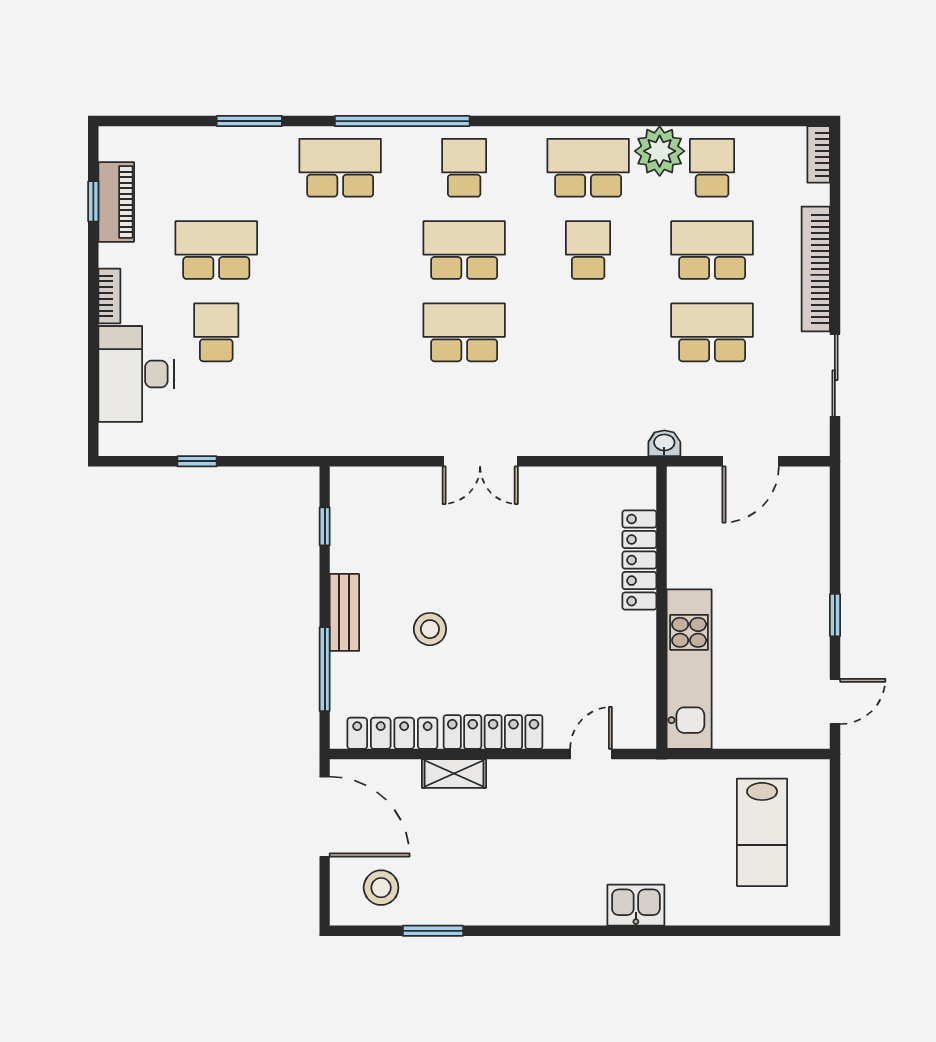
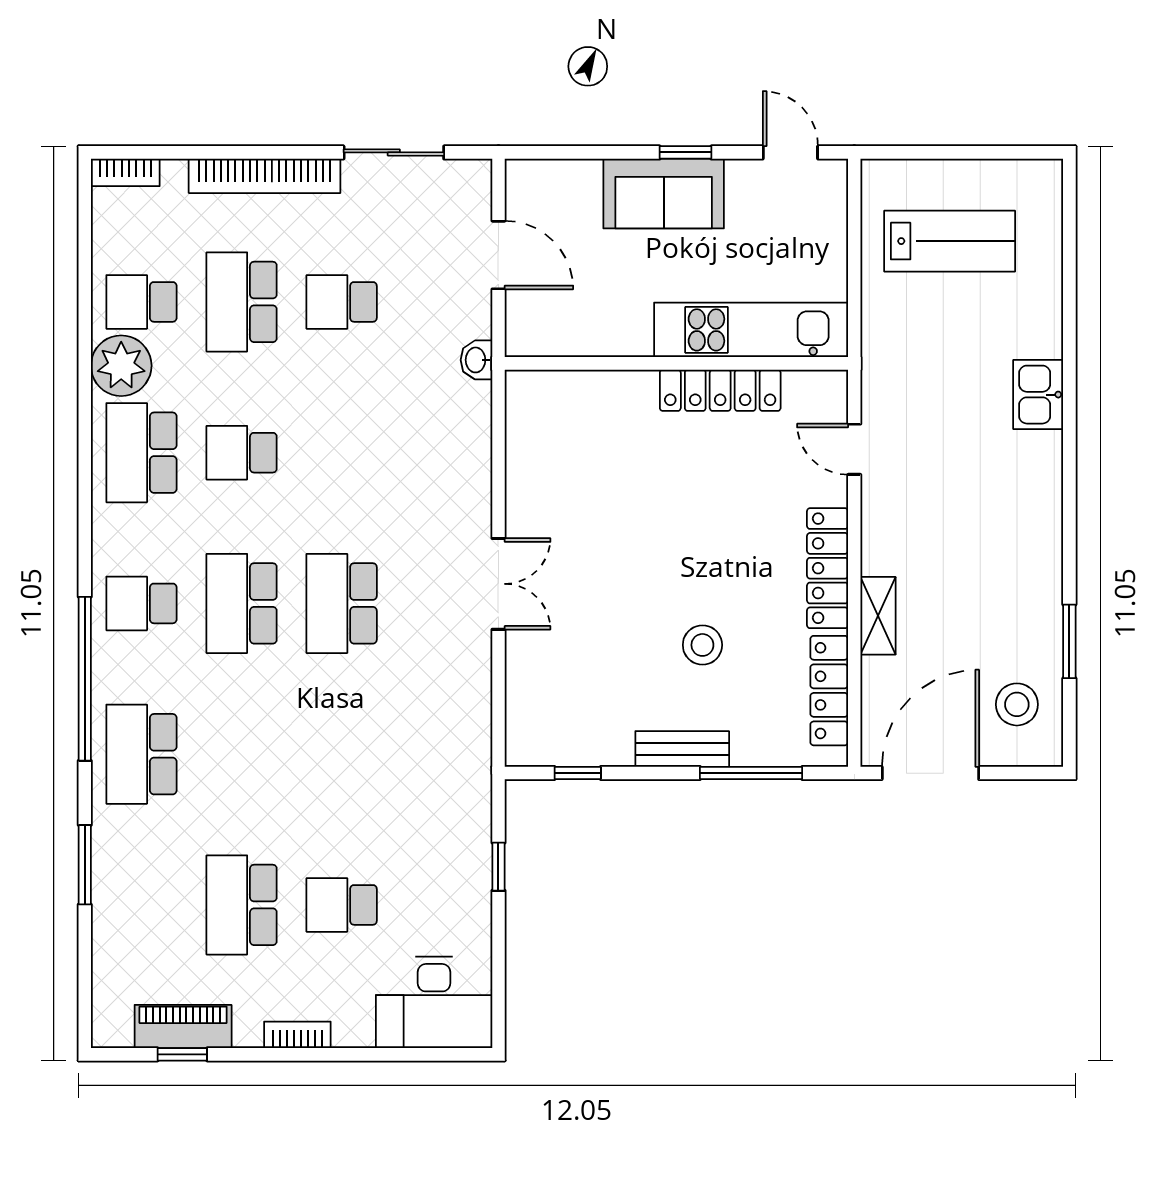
school desk: (712, 332) -> (342, 302), width x0.54
desk: (136, 374) -> (434, 1002), moved
window: (197, 461) -> (498, 867), moved
locker: (639, 560) -> (720, 390), moved
sofa: (801, 597) -> (664, 194), added

